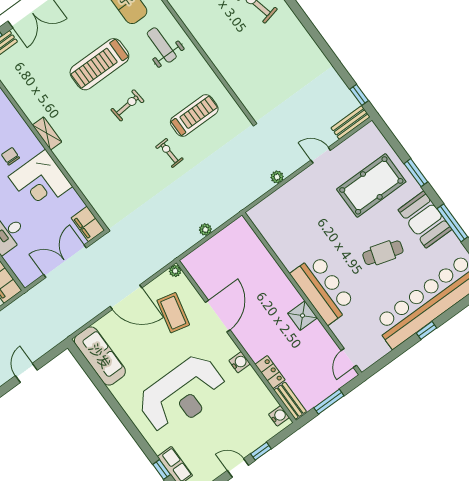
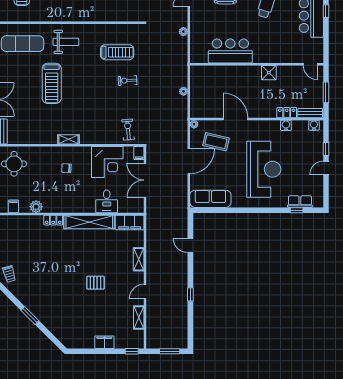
weight bench: (162, 45) -> (66, 42), turned 180
exercise bike: (127, 105) -> (128, 130), moved
treadmill: (194, 115) -> (117, 52), turned 90
corner desk: (40, 181) -> (107, 162), moved
filing cabinet: (88, 224) -> (139, 153), width x0.50
bar counter: (323, 289) -> (230, 51), moved
water cooler: (240, 362) -> (286, 125), moved

